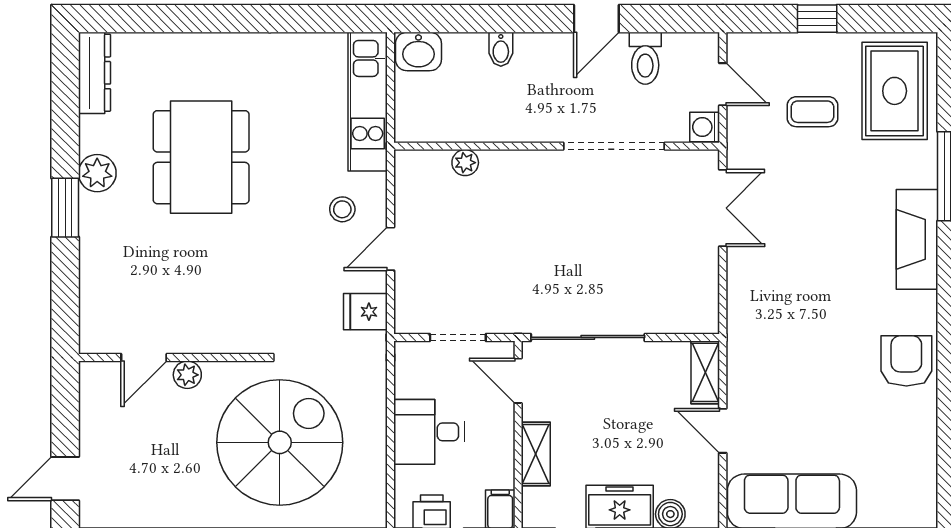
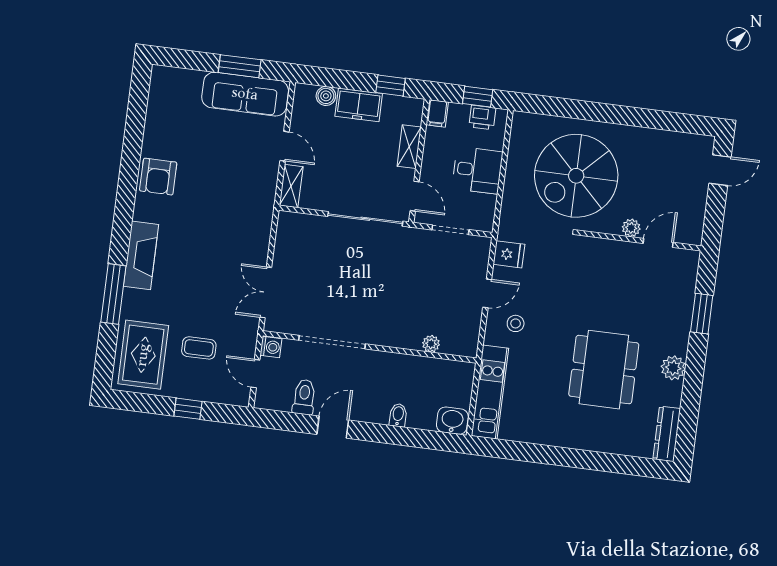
window: (65, 208) -> (702, 314), moved

